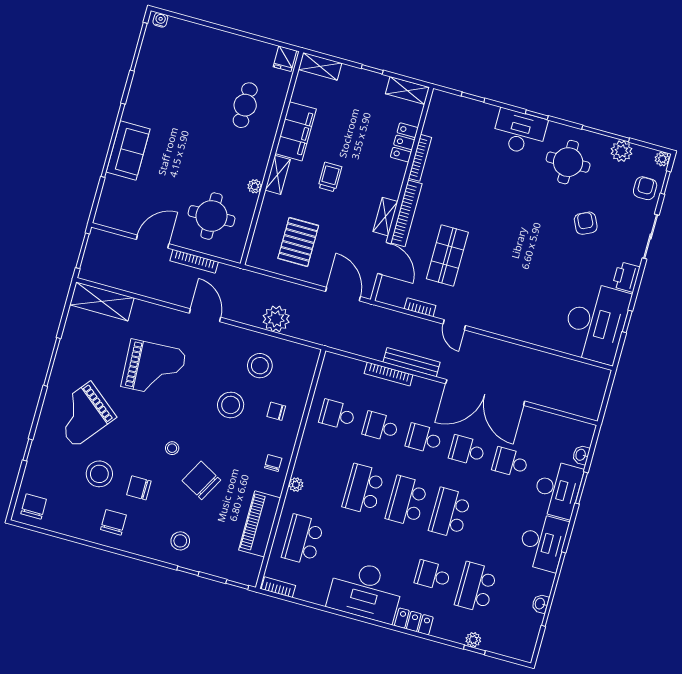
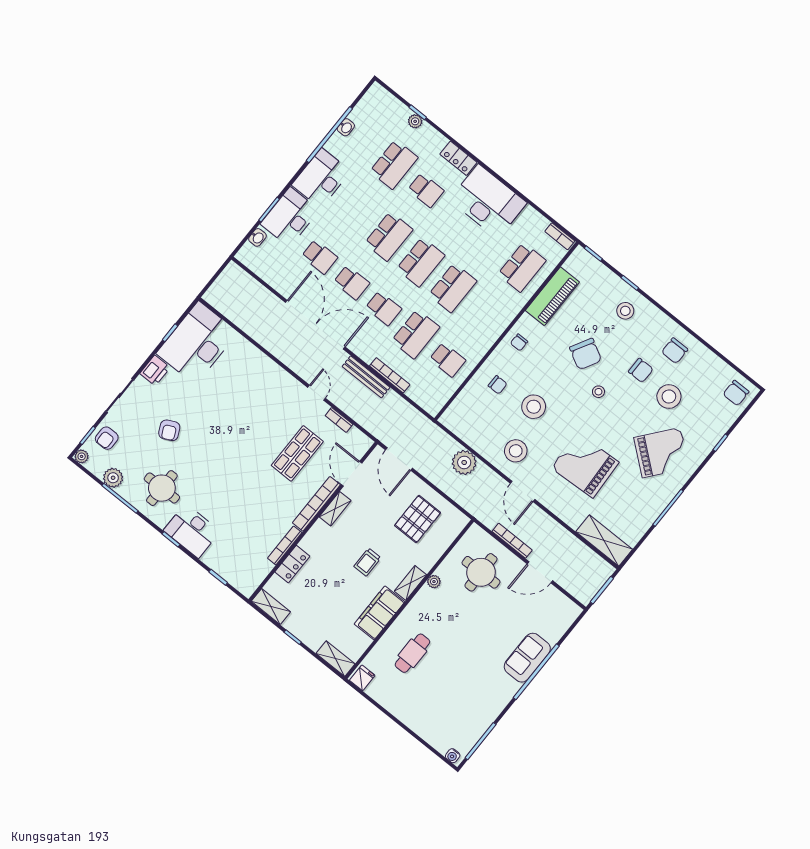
stool: (260, 366) -> (516, 451), moved
school desk: (381, 427) -> (416, 334), width x1.85
plant: (296, 485) -> (508, 316), removed

